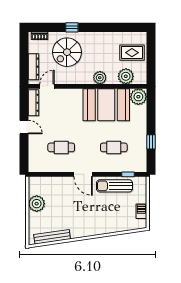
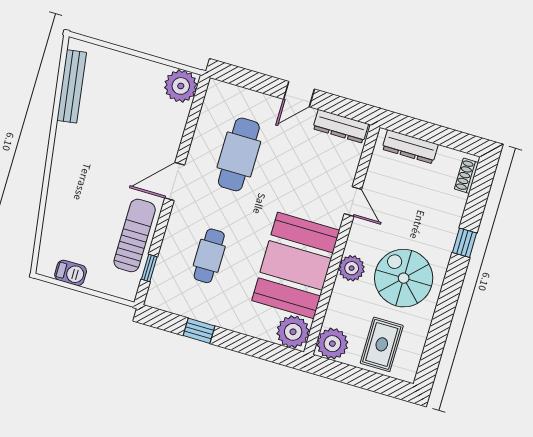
spiral stairs: (67, 52) -> (404, 278), moved
plant: (126, 76) -> (332, 344), moved
door: (47, 86) -> (353, 201), moved
cafe table: (61, 147) -> (239, 154), width x1.37, depth x1.35
plant: (37, 204) -> (181, 86), moved

